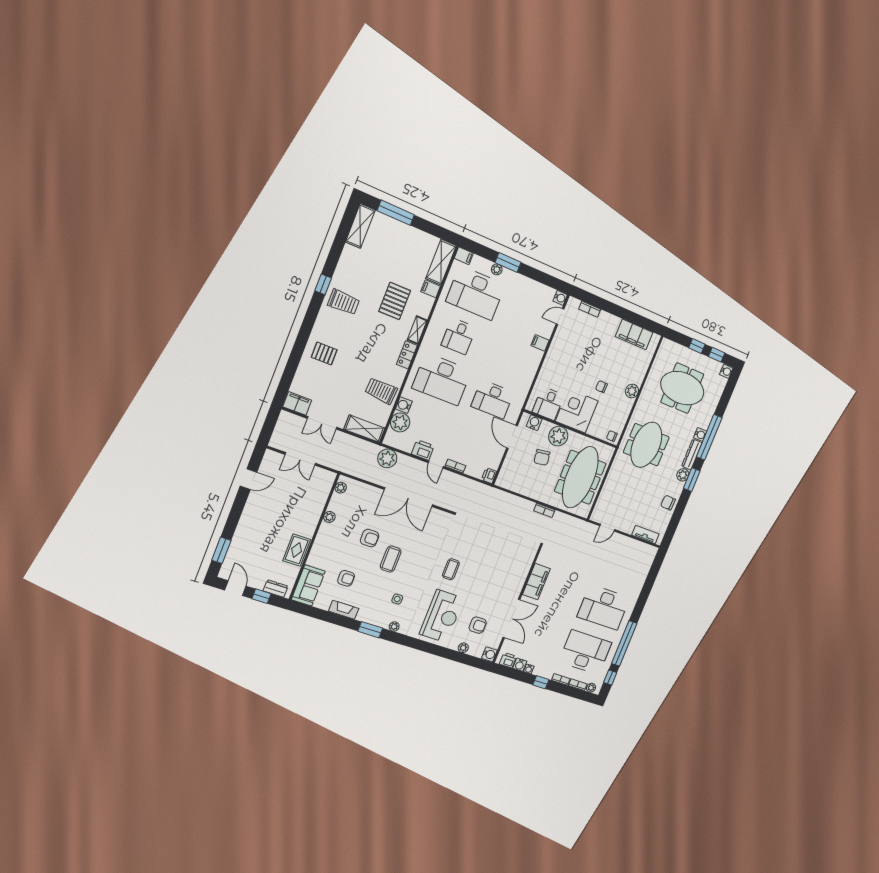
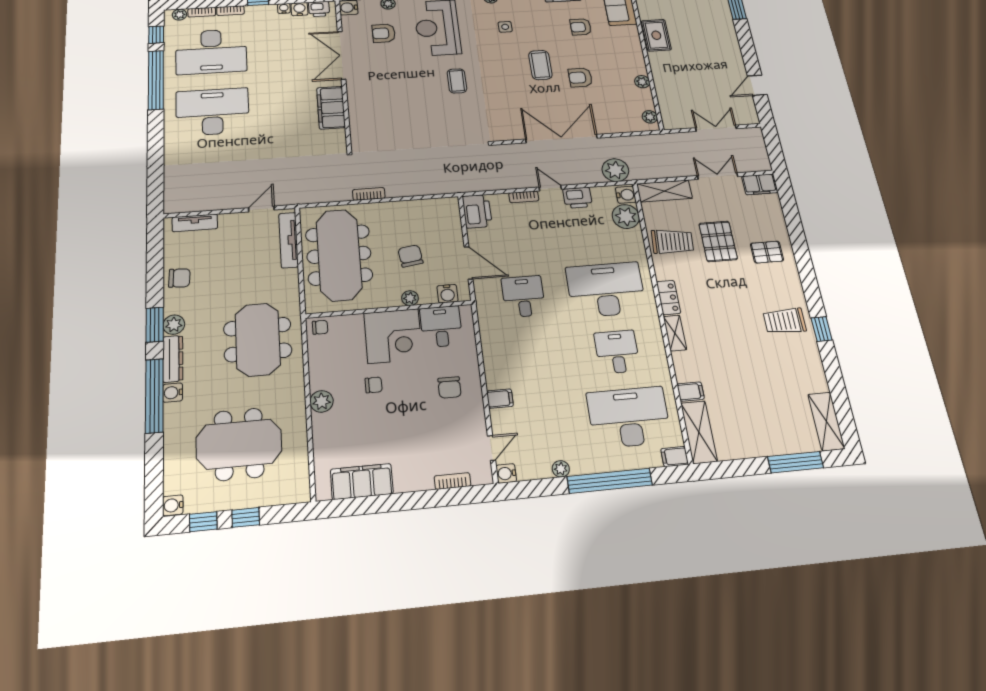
window: (508, 262) -> (610, 481), width x2.11
plant: (497, 269) -> (561, 469), moved
pallet: (395, 301) -> (718, 241), moved
chair: (563, 364) -> (449, 387), added
desk: (492, 399) -> (523, 296), width x0.73
water cooler: (404, 405) -> (626, 195), moved
plant: (558, 436) -> (410, 298), width x0.53, depth x0.53
printer: (489, 476) -> (477, 211), width x1.87, depth x1.48
tv unit: (602, 500) -> (289, 240), added

